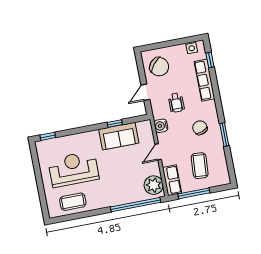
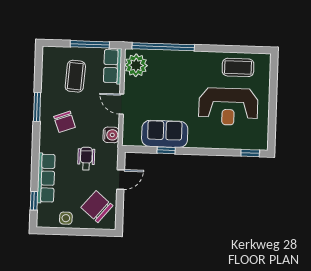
side table: (192, 48) -> (66, 218), moved
door: (158, 152) -> (122, 104), swing flipped

